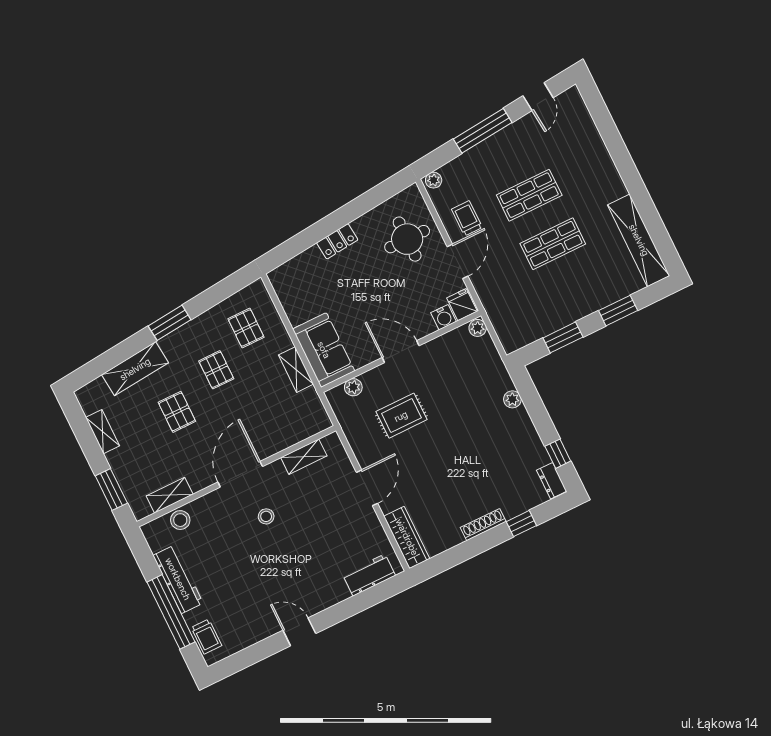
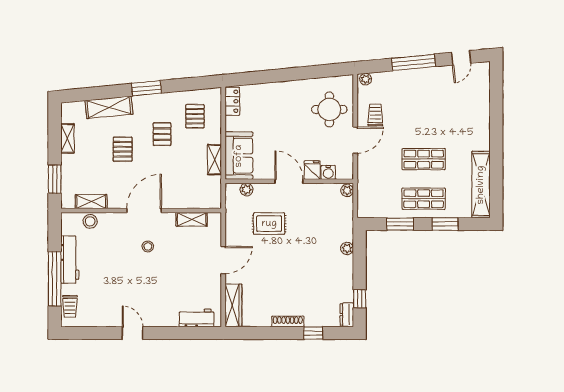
shop shelf: (529, 195) -> (424, 199), moved
locker: (337, 241) -> (232, 101), moved, turned -84
fridge: (462, 305) -> (312, 170), moved

